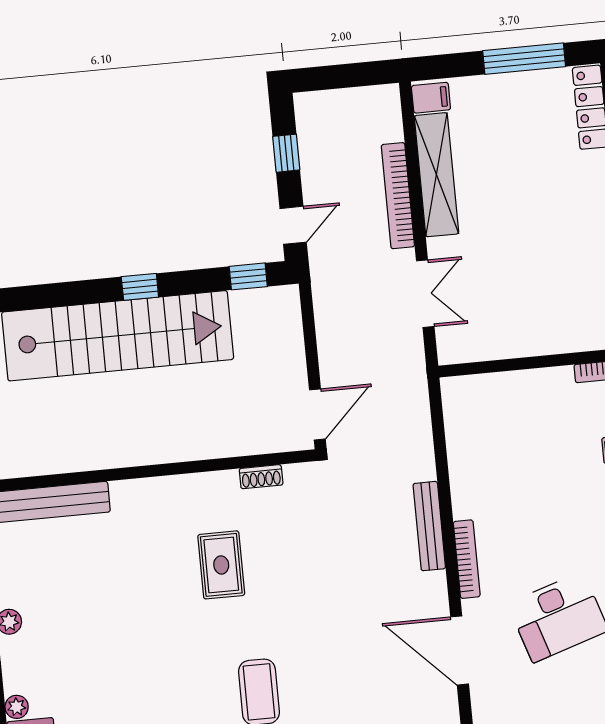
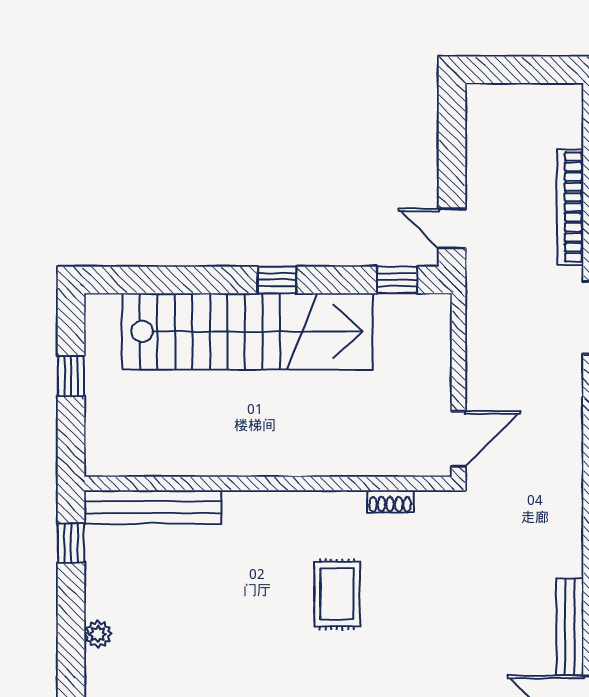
window: (286, 153) -> (452, 149), removed
door: (293, 225) -> (452, 229), swing flipped
bench: (429, 526) -> (570, 627), moved

